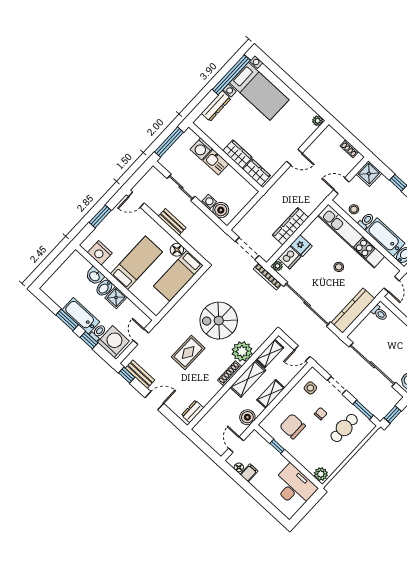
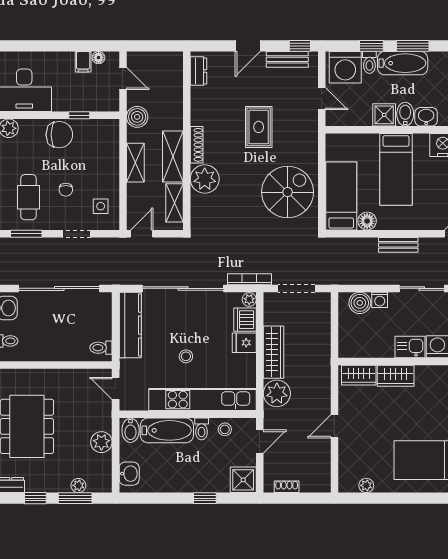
plant: (318, 121) -> (366, 485), moved
plant: (309, 203) -> (277, 393), added
spiral stairs: (219, 321) -> (288, 192), moved
chair: (293, 426) -> (59, 135), moved

